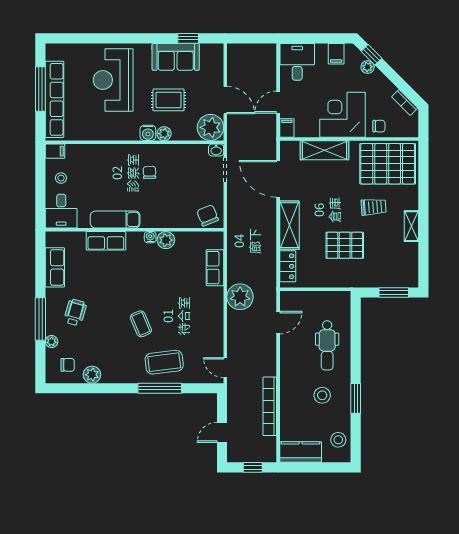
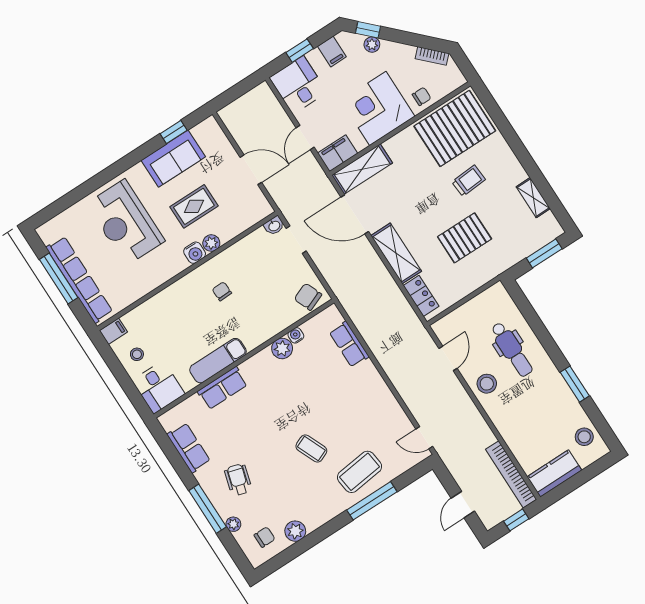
window: (314, 38) -> (300, 51), added
plant: (210, 127) -> (254, 207), removed
filing cabinet: (287, 128) -> (338, 153), width x2.00
shelving: (324, 150) -> (362, 169), moved
shelving: (411, 226) -> (533, 198), moved
water cooler: (150, 237) -> (296, 335), moved
plant: (240, 297) -> (393, 357), removed
stool: (322, 395) -> (487, 384), moved
bookcase: (270, 406) -> (511, 474), moved

